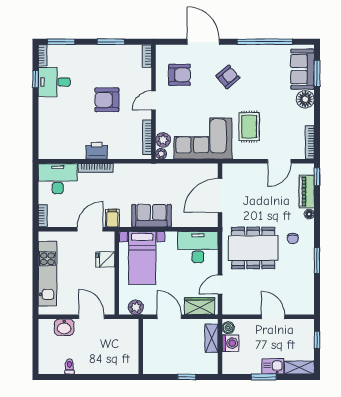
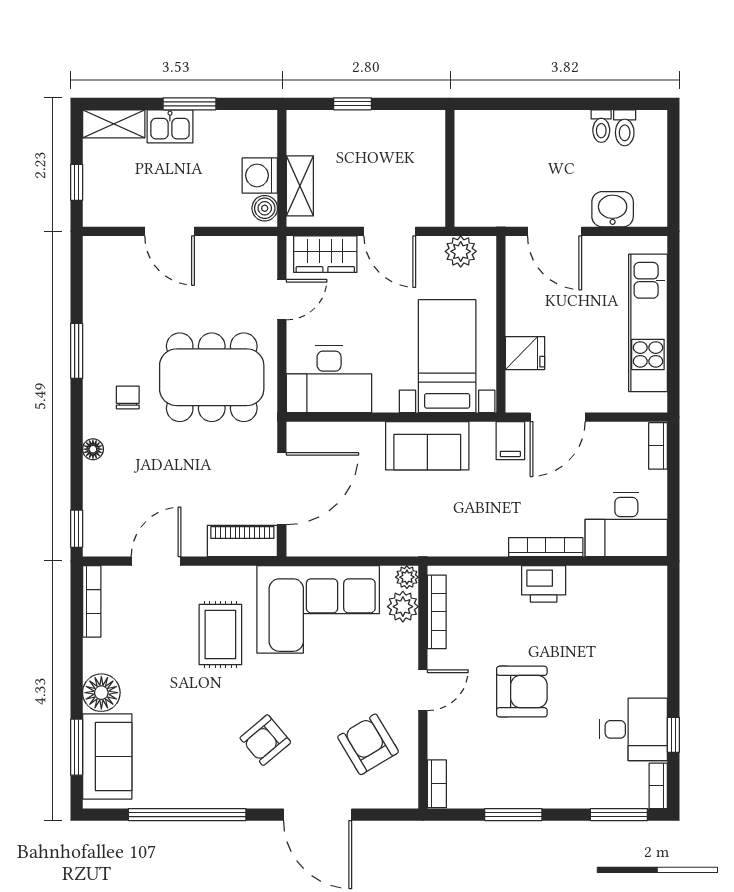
armchair: (179, 75) -> (368, 744), turned 59
piano: (307, 191) -> (242, 541), moved, turned -90
toilet: (58, 366) -> (625, 128), added

